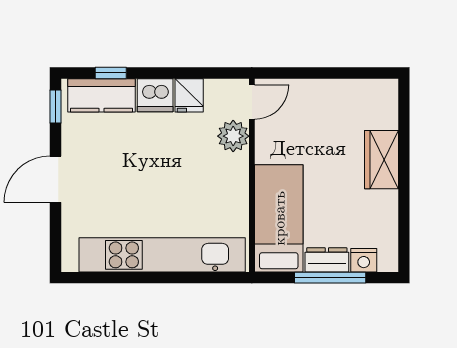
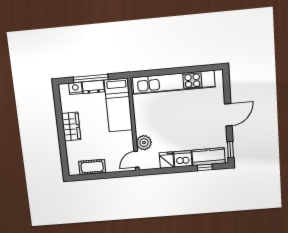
cot: (347, 93) -> (92, 167), added
wardrobe: (381, 160) -> (71, 127), moved

